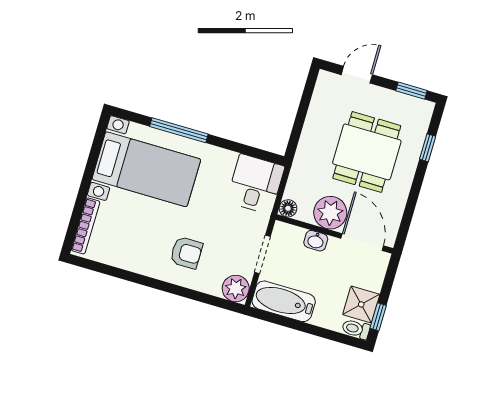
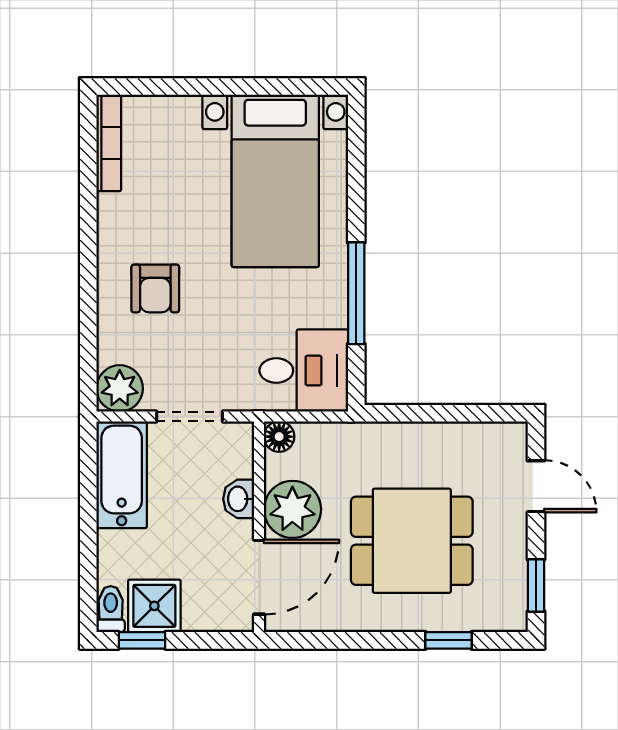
window: (179, 130) -> (356, 293), moved
bookcase: (86, 226) -> (109, 143), moved, turned -90

